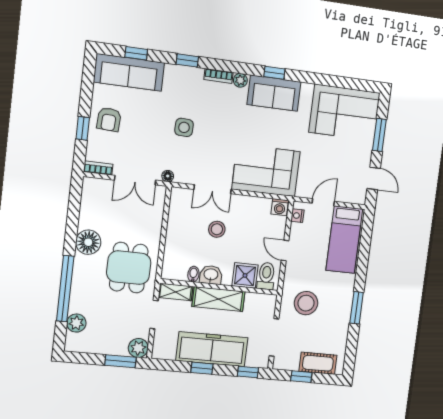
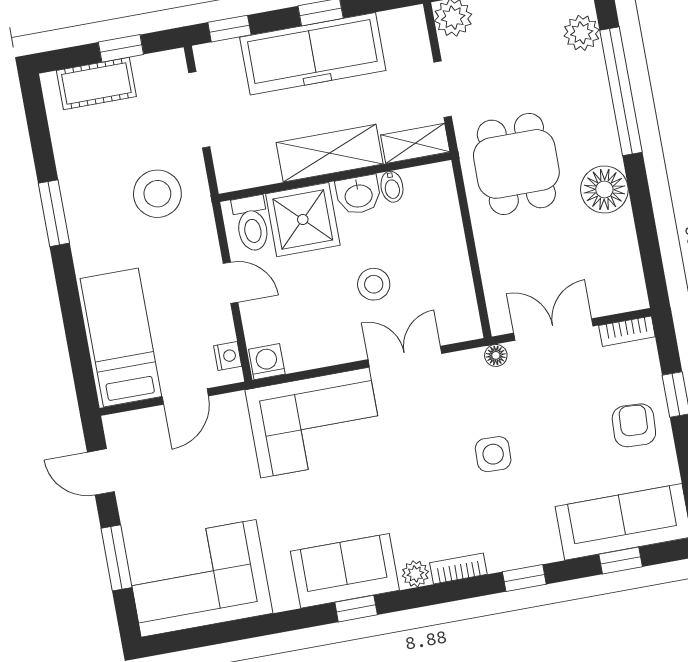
shower: (245, 275) -> (303, 220), width x1.36, depth x1.36

